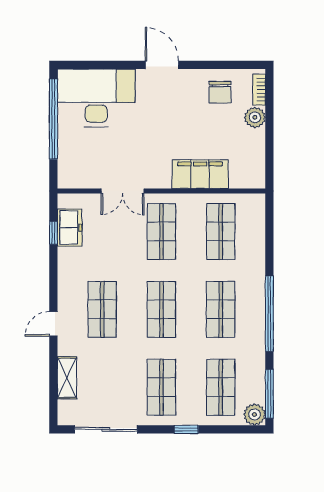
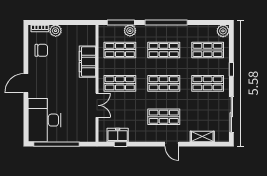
plant: (255, 249) -> (130, 31), added
window: (269, 394) -> (121, 22), moved

